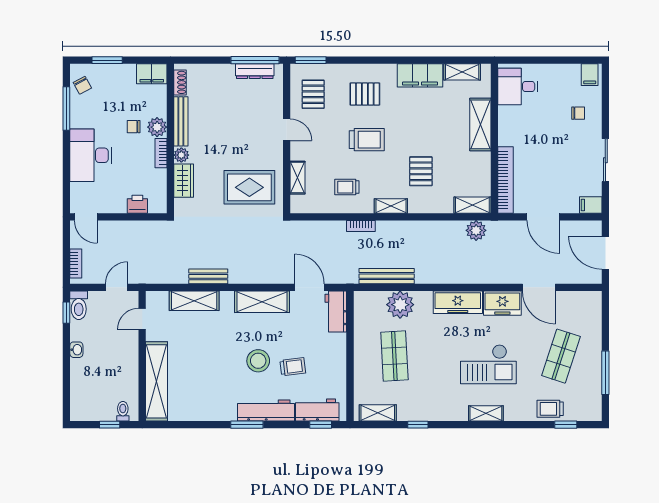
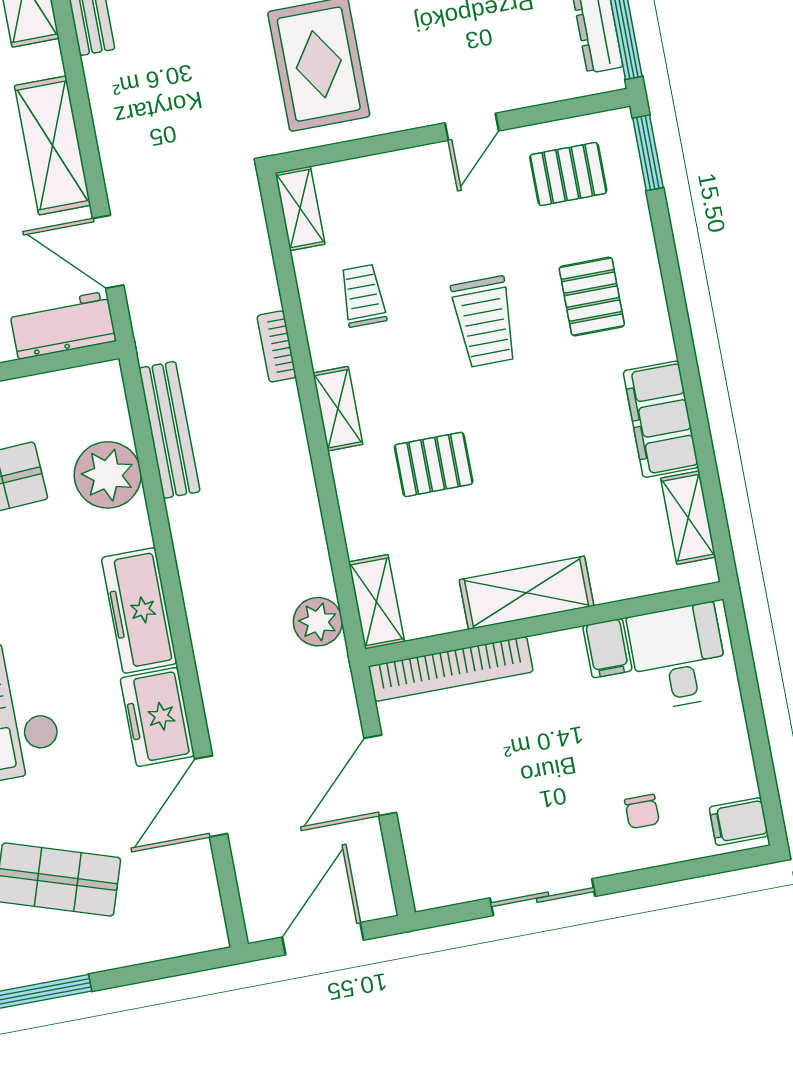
shelving: (480, 124) -> (527, 593), moved
shelving: (298, 178) -> (300, 208), moved, turned 90
filing cabinet: (591, 205) -> (607, 648), moved, turned 180
door: (309, 287) -> (108, 252), swing flipped

